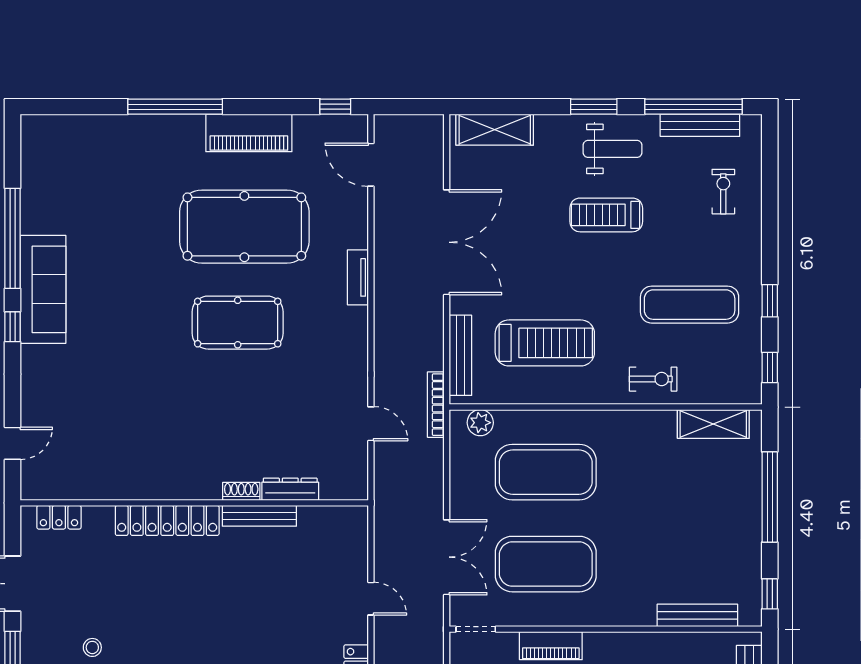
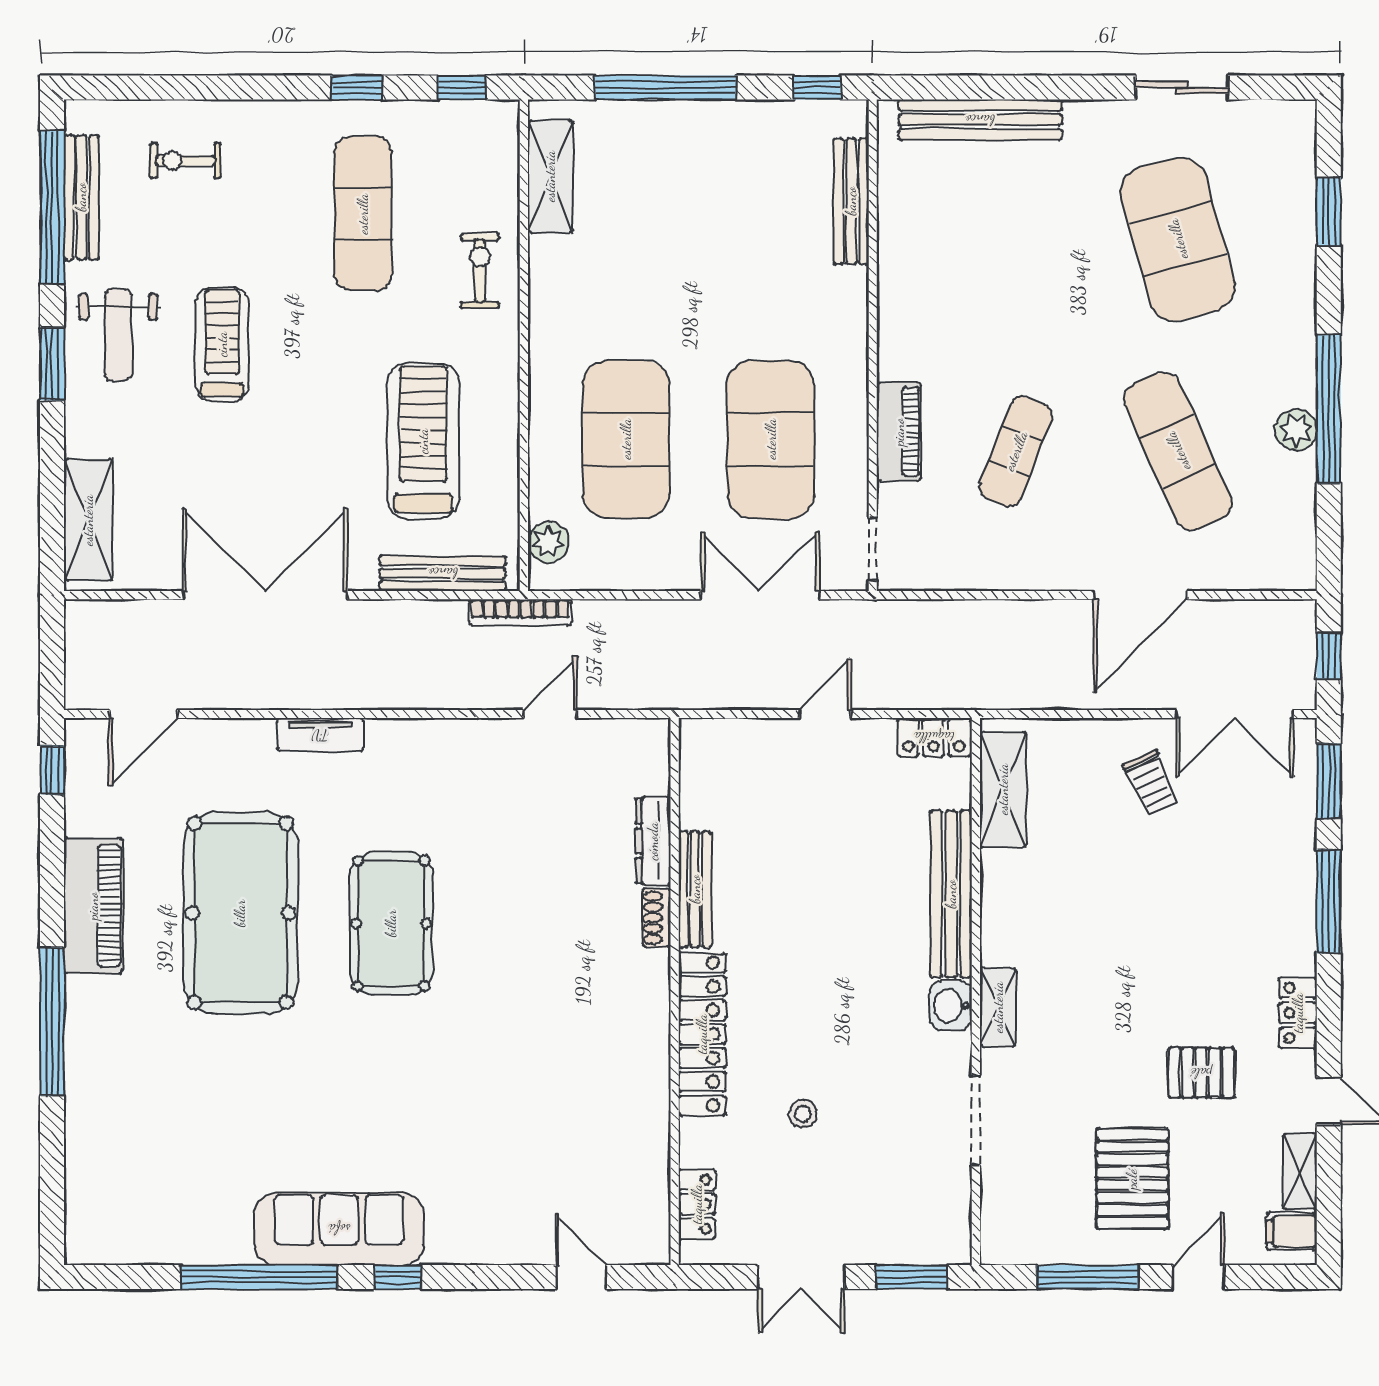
weight bench: (613, 149) -> (118, 335), turned 180
treadmill: (606, 215) -> (222, 344), turned 180
stool: (92, 647) -> (803, 1114), moved

